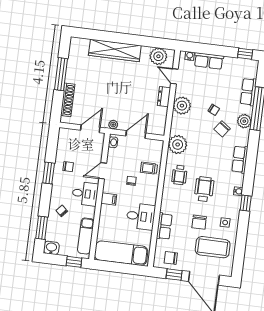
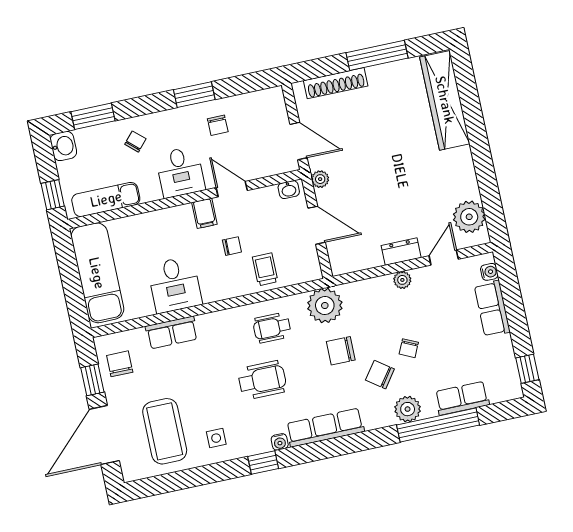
wardrobe: (115, 50) -> (445, 100), moved
plant: (182, 106) -> (402, 280), width x0.53, depth x0.53
row of seats: (240, 159) -> (325, 428), width x1.48
filing cabinet: (109, 199) -> (204, 213), moved
chair: (199, 222) -> (341, 351), moved

